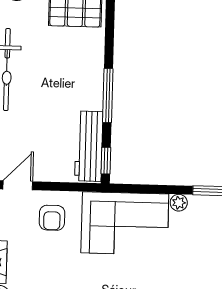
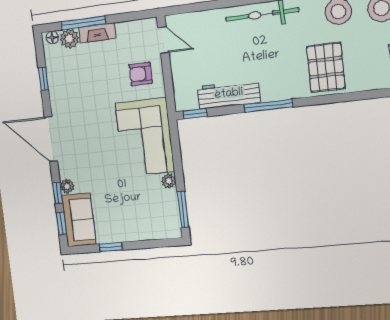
window: (108, 96) -> (268, 106), moved
workbench: (89, 146) -> (229, 94), moved

